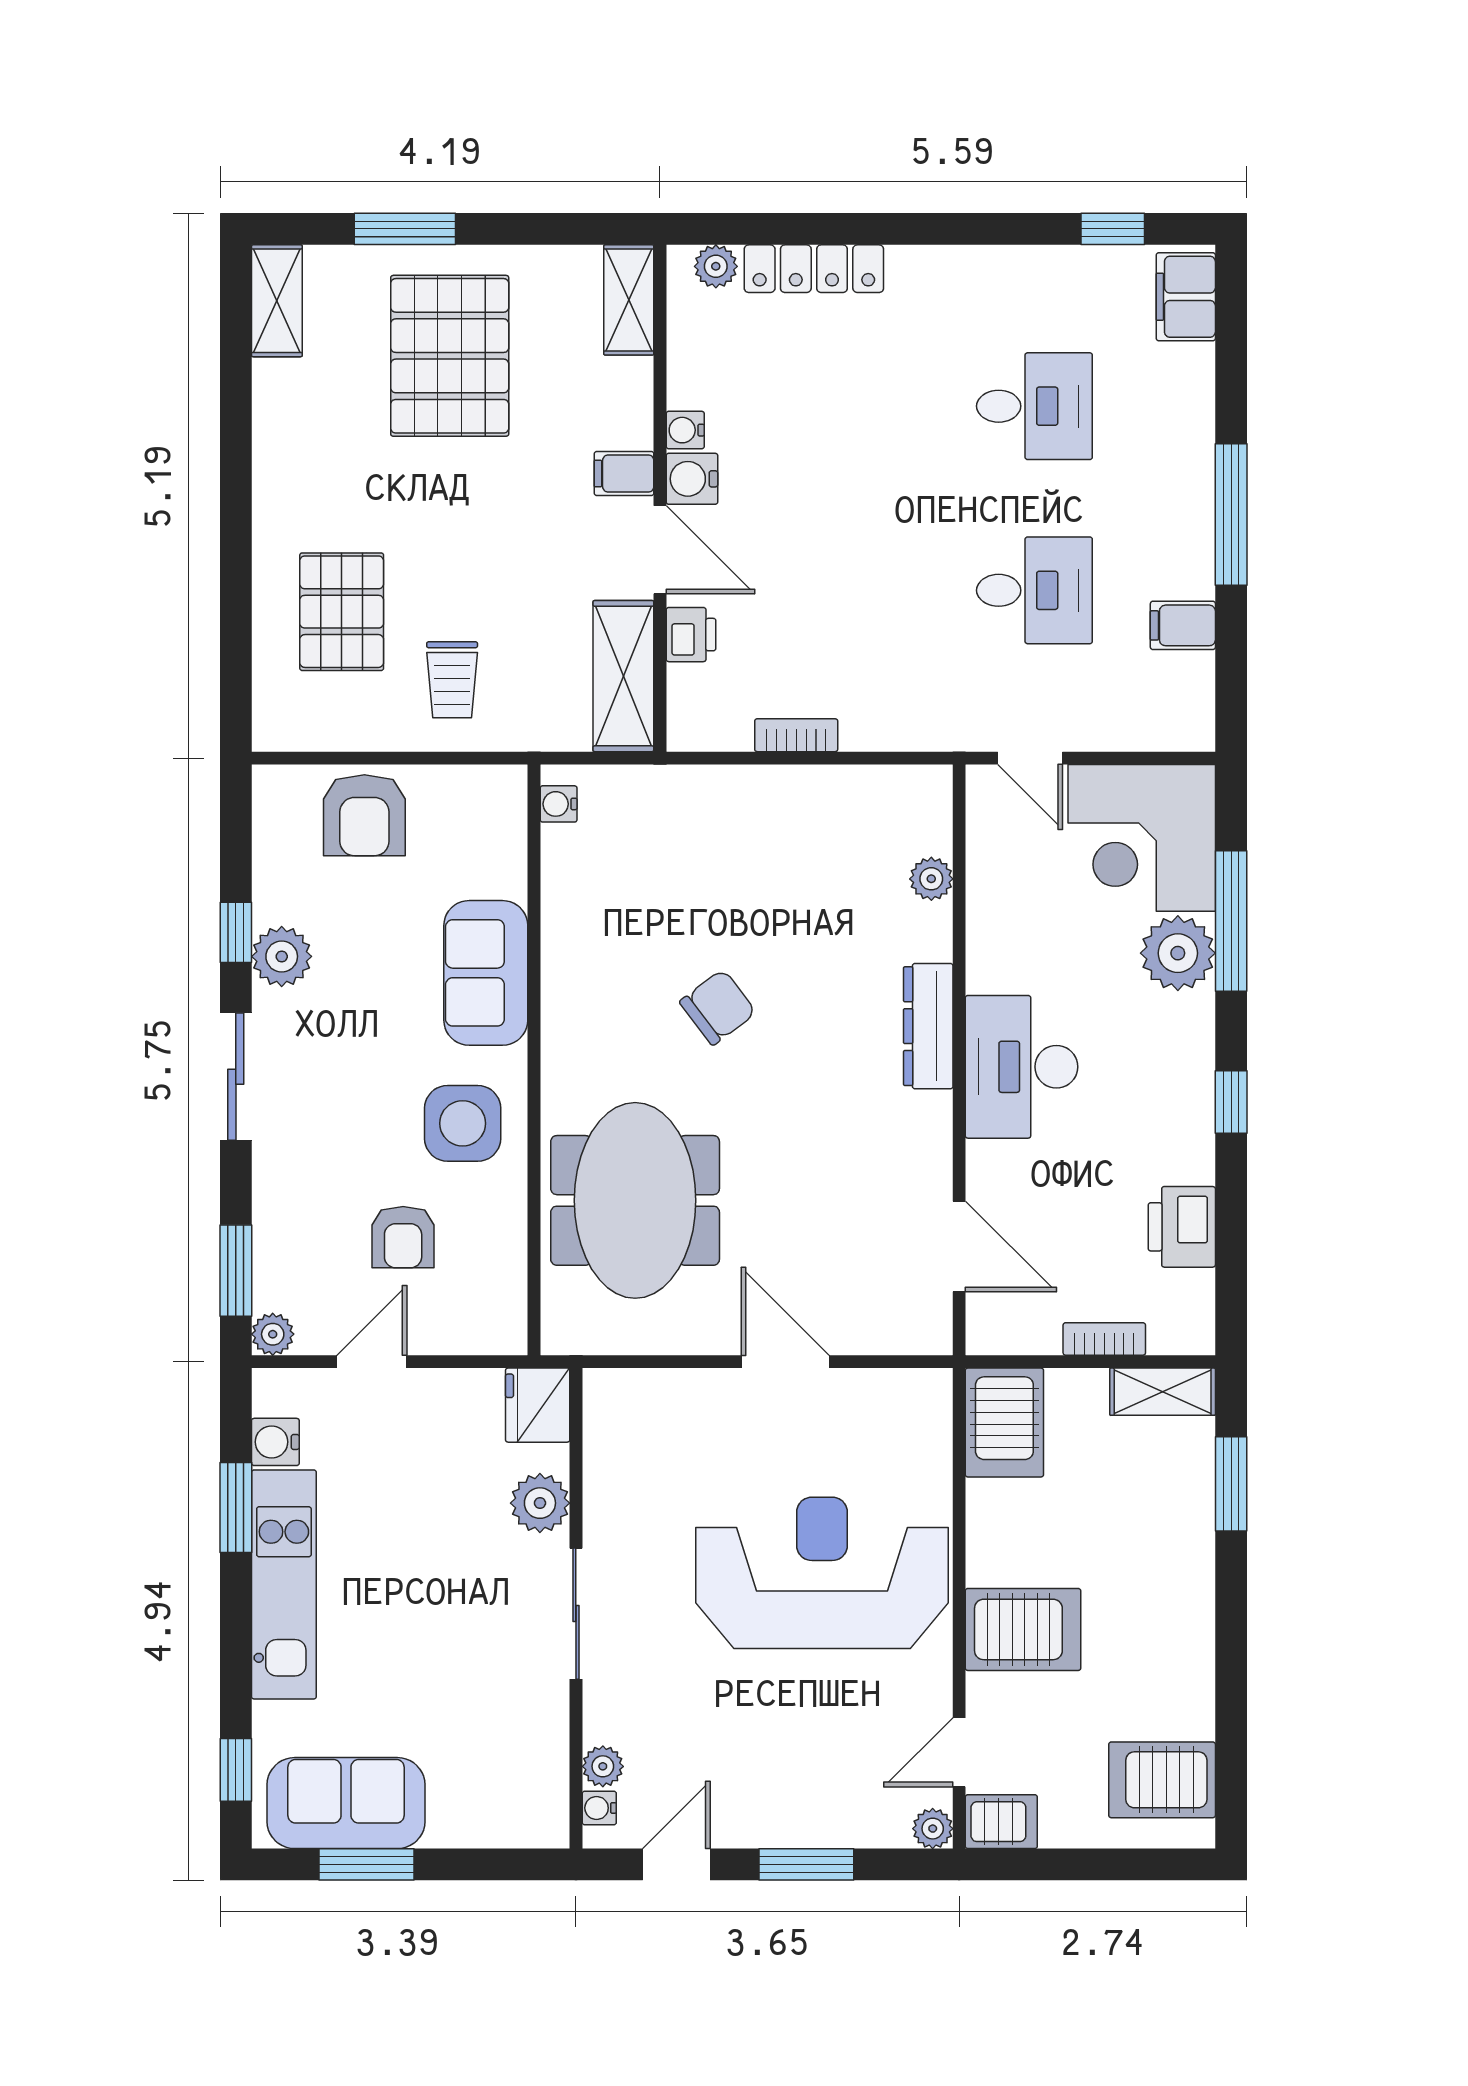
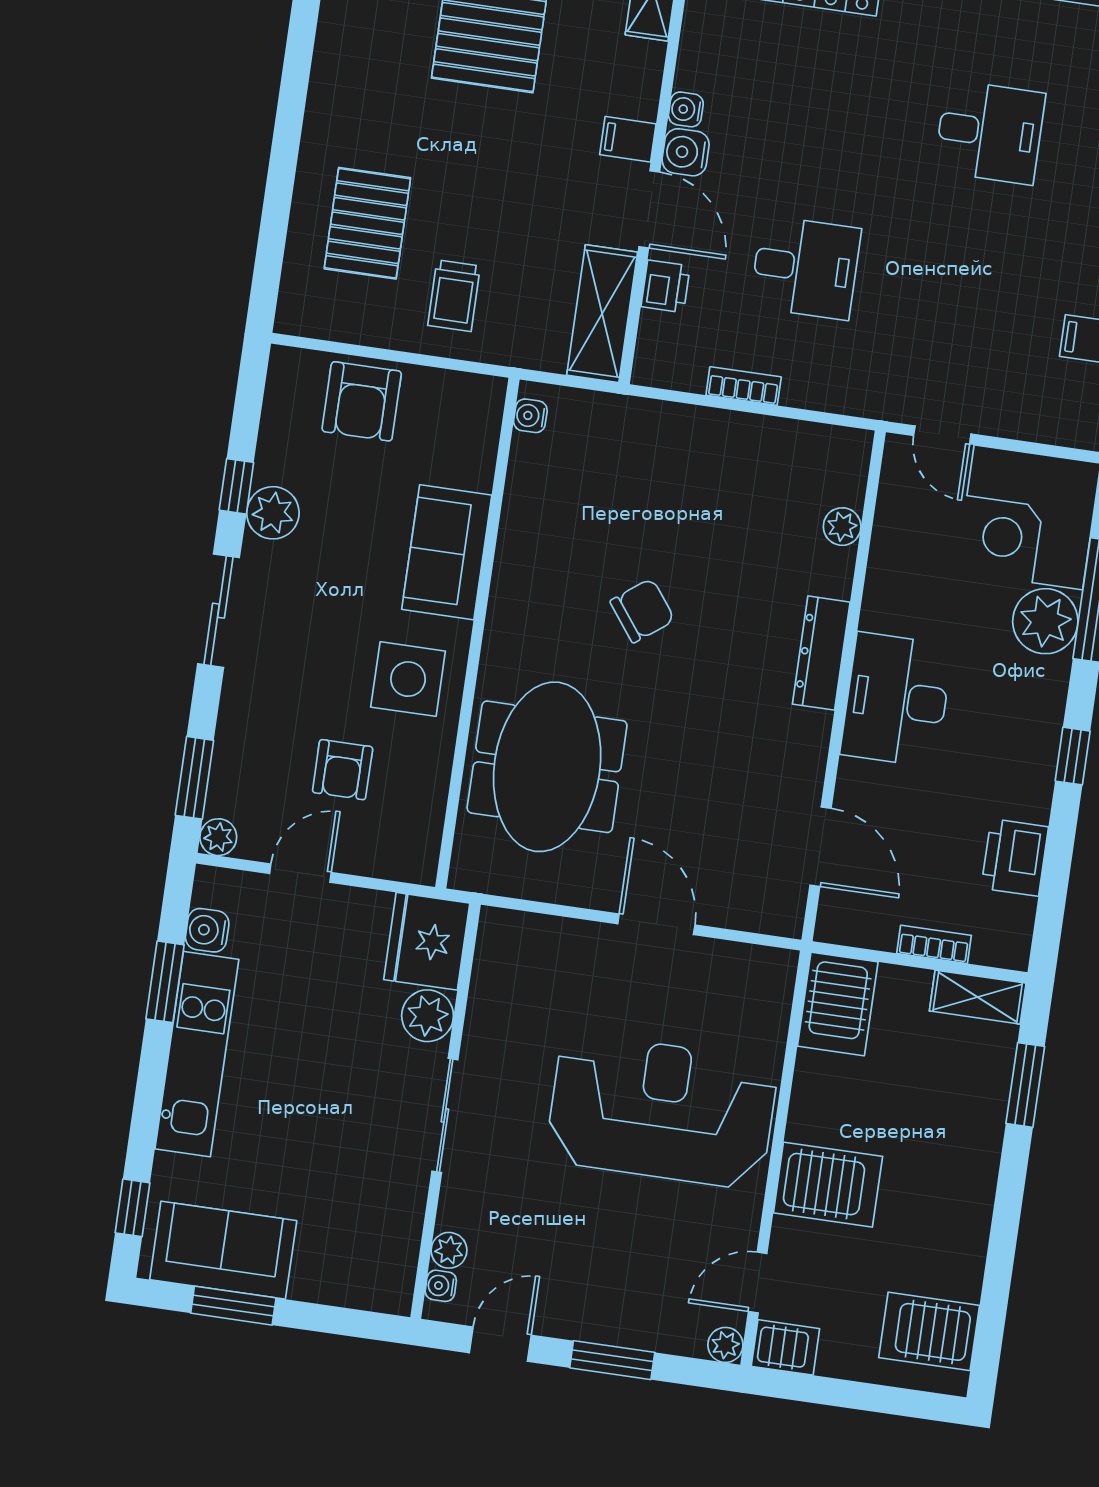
desk: (1034, 590) -> (805, 268), moved
fridge: (538, 1405) -> (427, 941), width x1.36, depth x1.34

